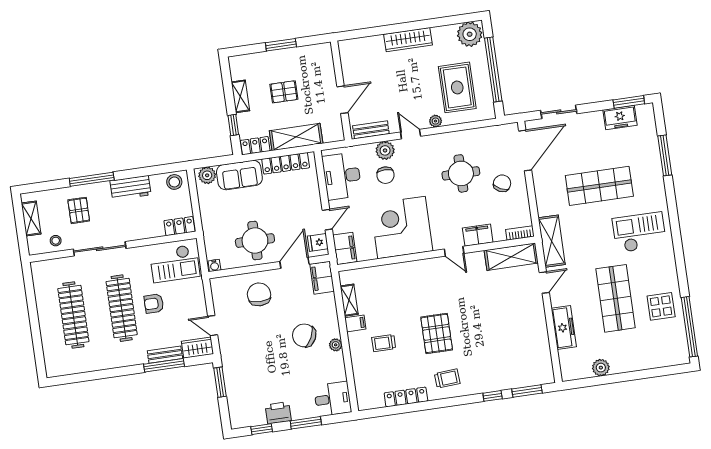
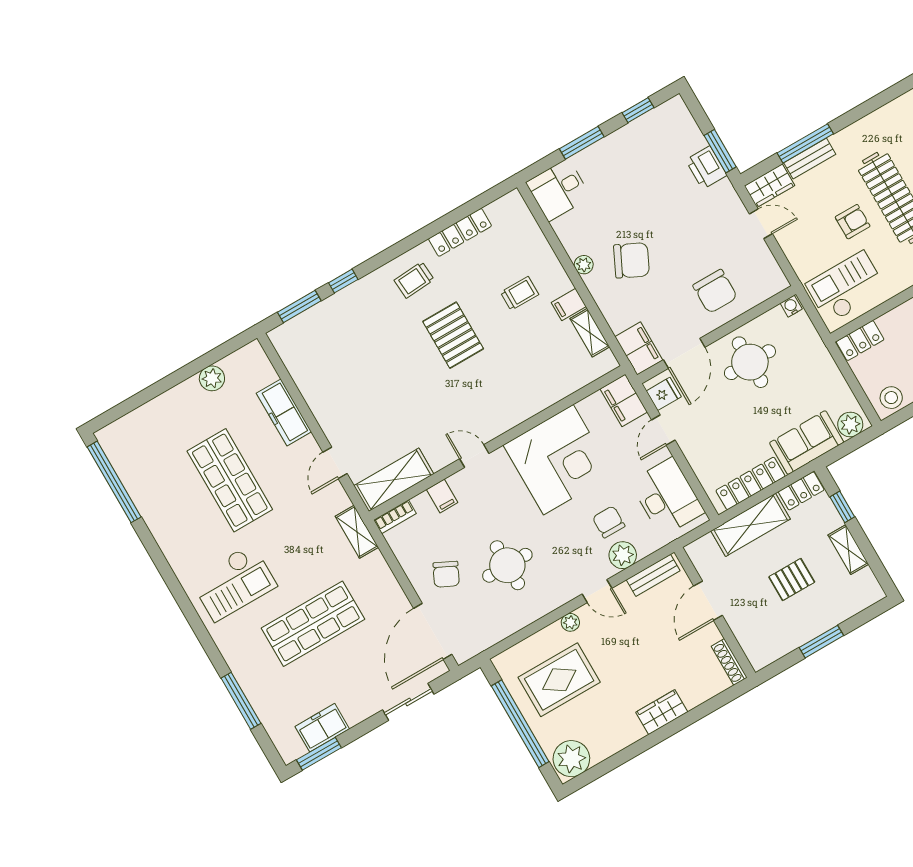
wardrobe: (408, 40) -> (662, 712), width x0.67
shoe rack: (345, 55) -> (729, 662), added
rug: (457, 87) -> (559, 680), turned 90
filing cabinet: (478, 235) -> (442, 496), width x0.50
shelving: (552, 241) -> (357, 532), width x0.67, depth x0.75
display table: (661, 306) -> (164, 494), removed
printer: (278, 413) -> (706, 167), moved, turned 90

